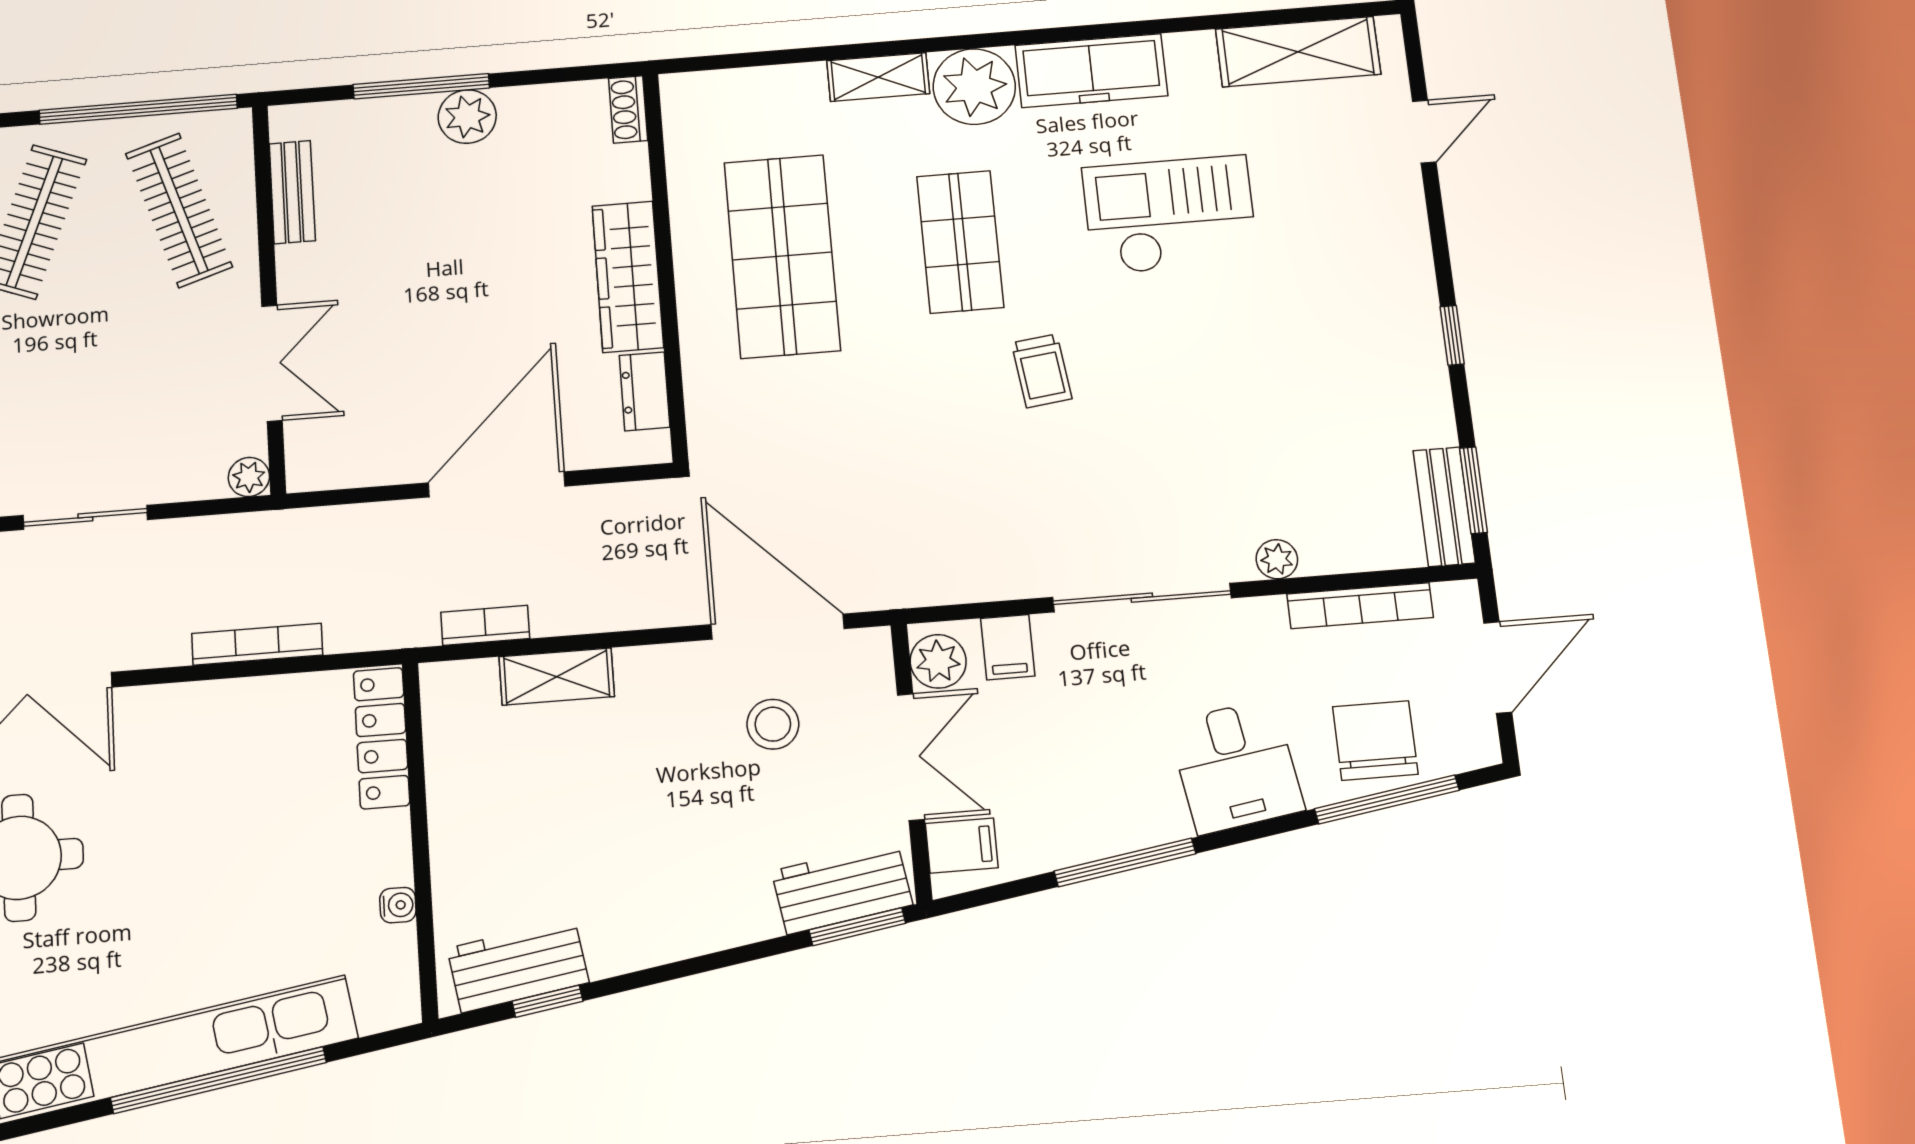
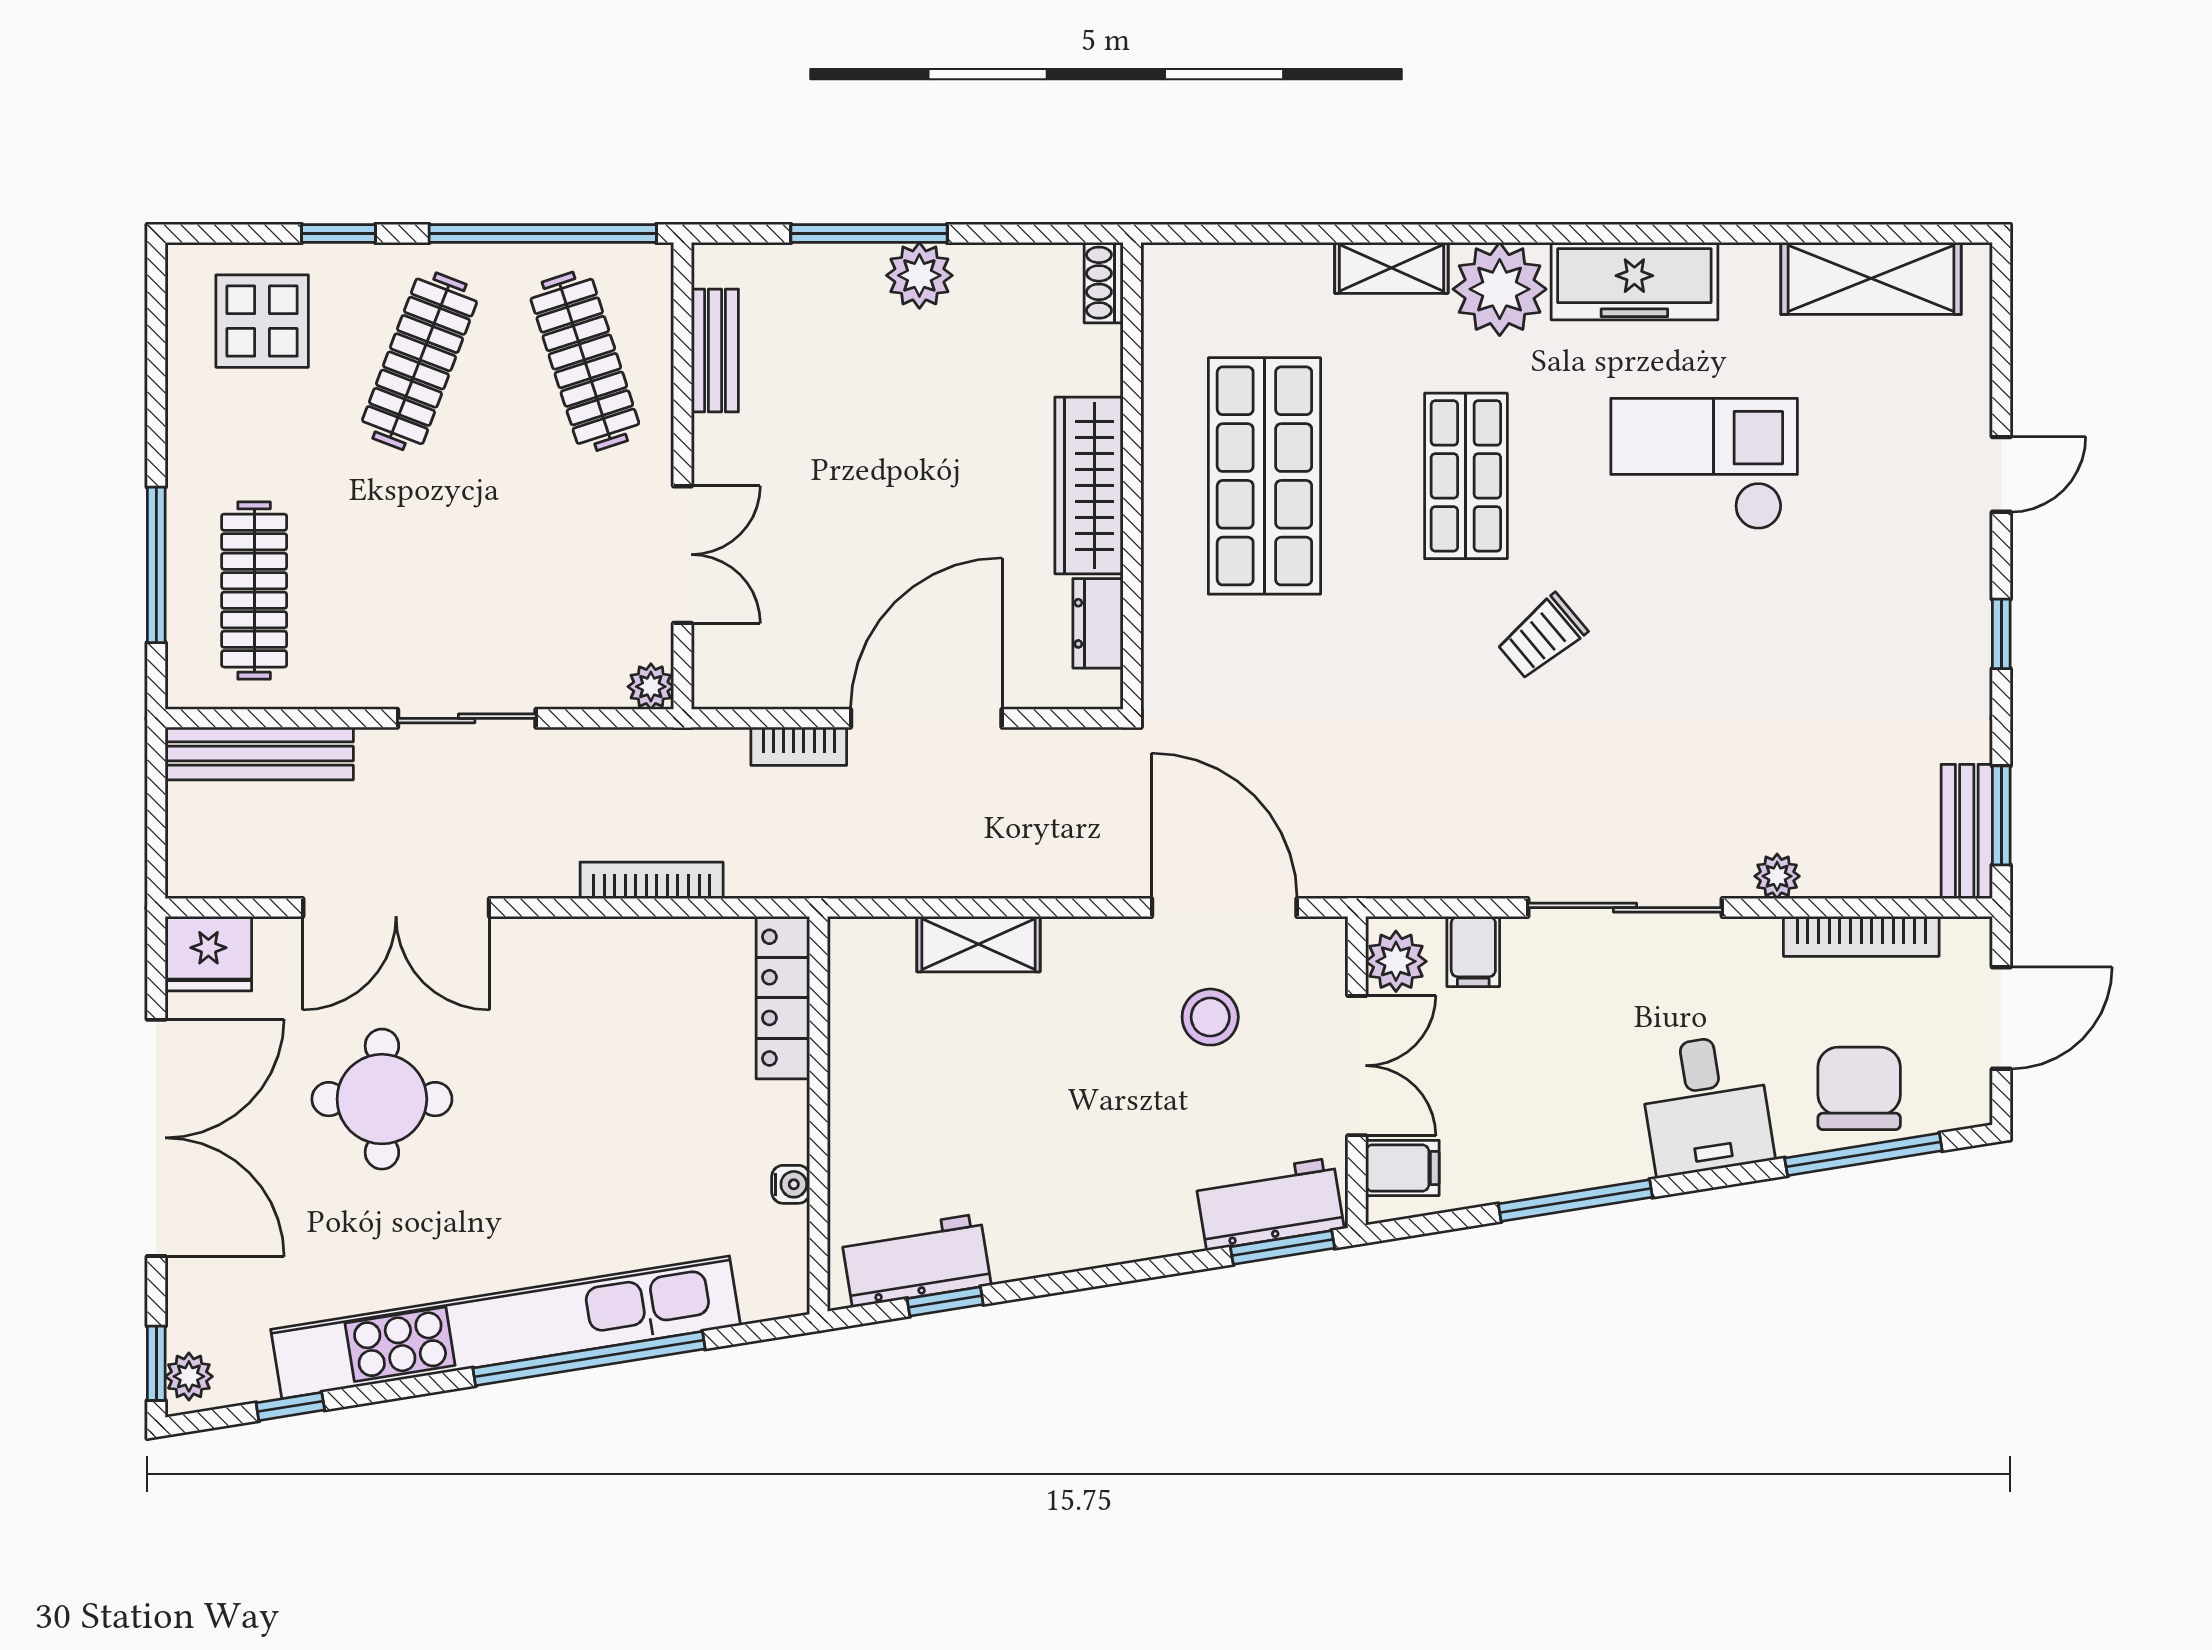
door: (1424, 132) -> (2001, 474), moved
trolley: (1042, 371) -> (1542, 637), turned 57
bookcase: (485, 625) -> (799, 746), moved, turned 180

